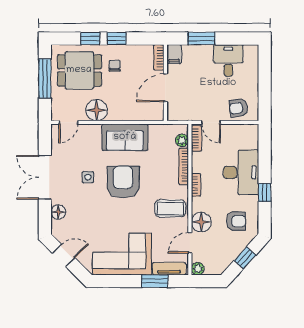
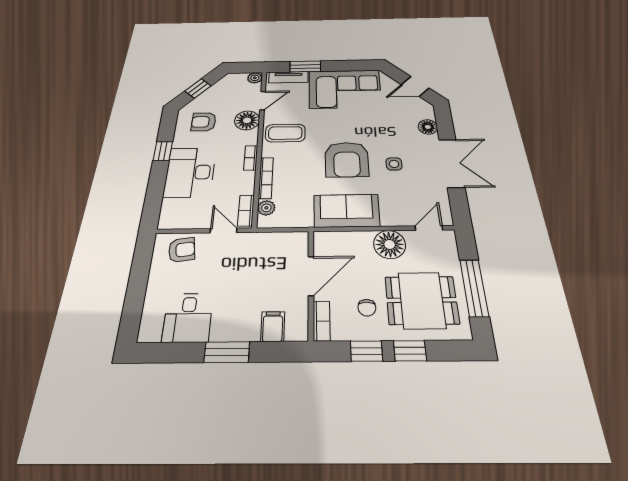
bookcase: (159, 57) -> (322, 321), moved
wall: (165, 83) -> (311, 283), moved
door: (165, 88) -> (311, 276), moved

